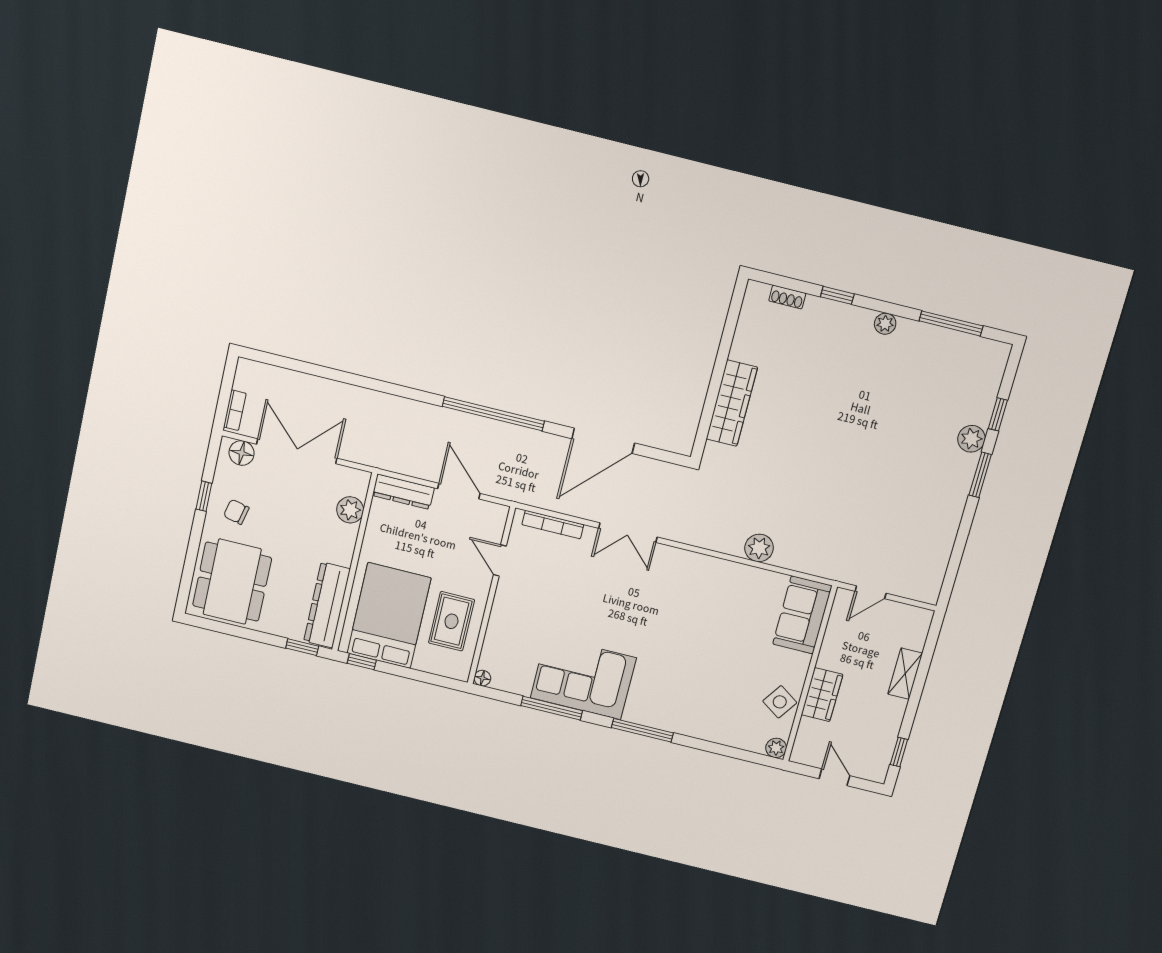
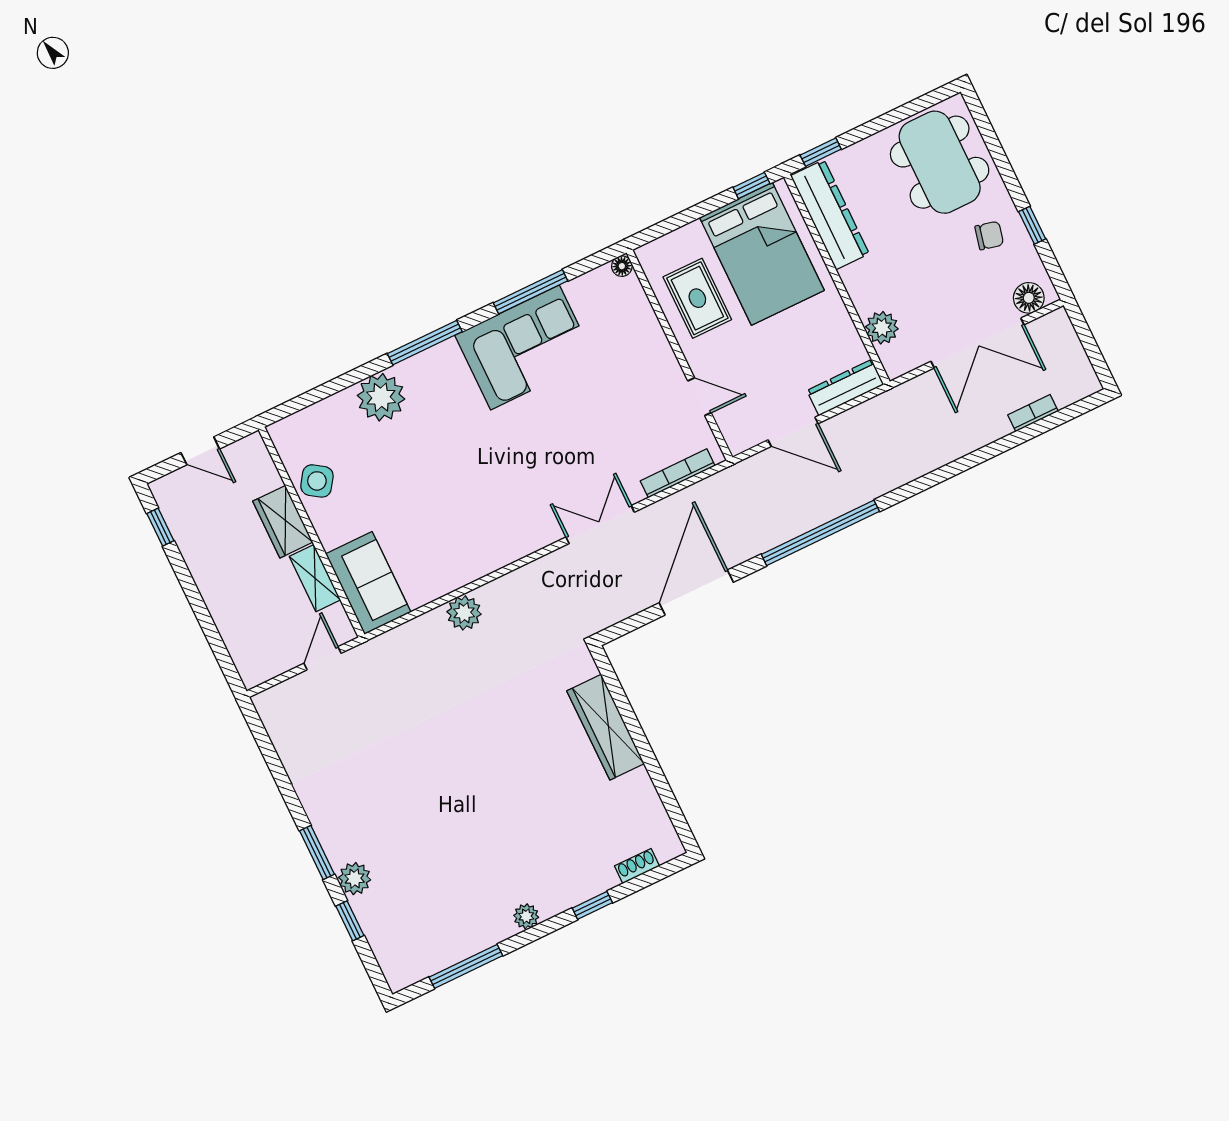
bookcase: (235, 410) -> (1033, 413), moved, turned 90
shelving: (905, 674) -> (315, 578), moved
plant: (776, 748) -> (381, 397), moved, width x1.88, depth x1.88

